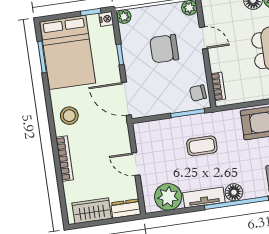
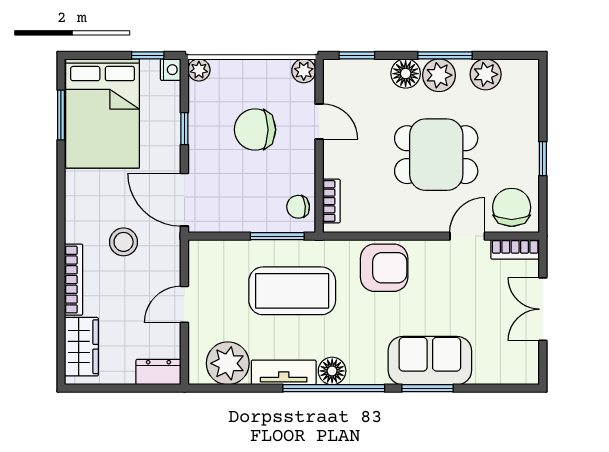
stool: (69, 116) -> (124, 242), moved
coffee table: (202, 146) -> (292, 291), width x1.86, depth x1.72
door: (136, 164) -> (184, 304), hinge flipped
wardrobe: (92, 211) -> (81, 347), moved, turned 90

